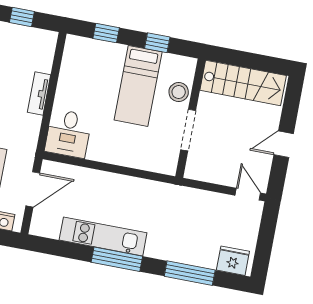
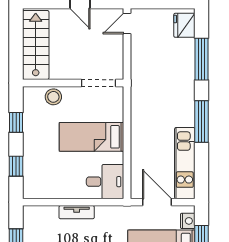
bed: (138, 86) -> (92, 137), moved, turned 180
doorway: (188, 130) -> (98, 83), moved
kitchen unit: (103, 236) -> (185, 163), moved

